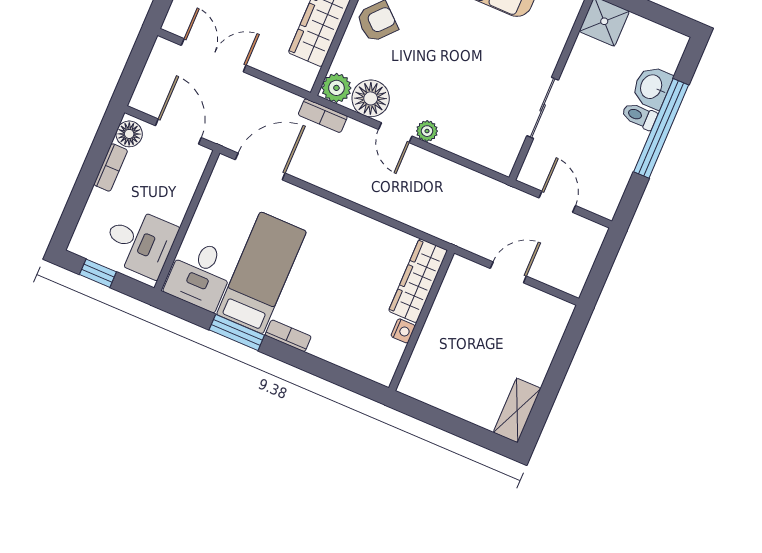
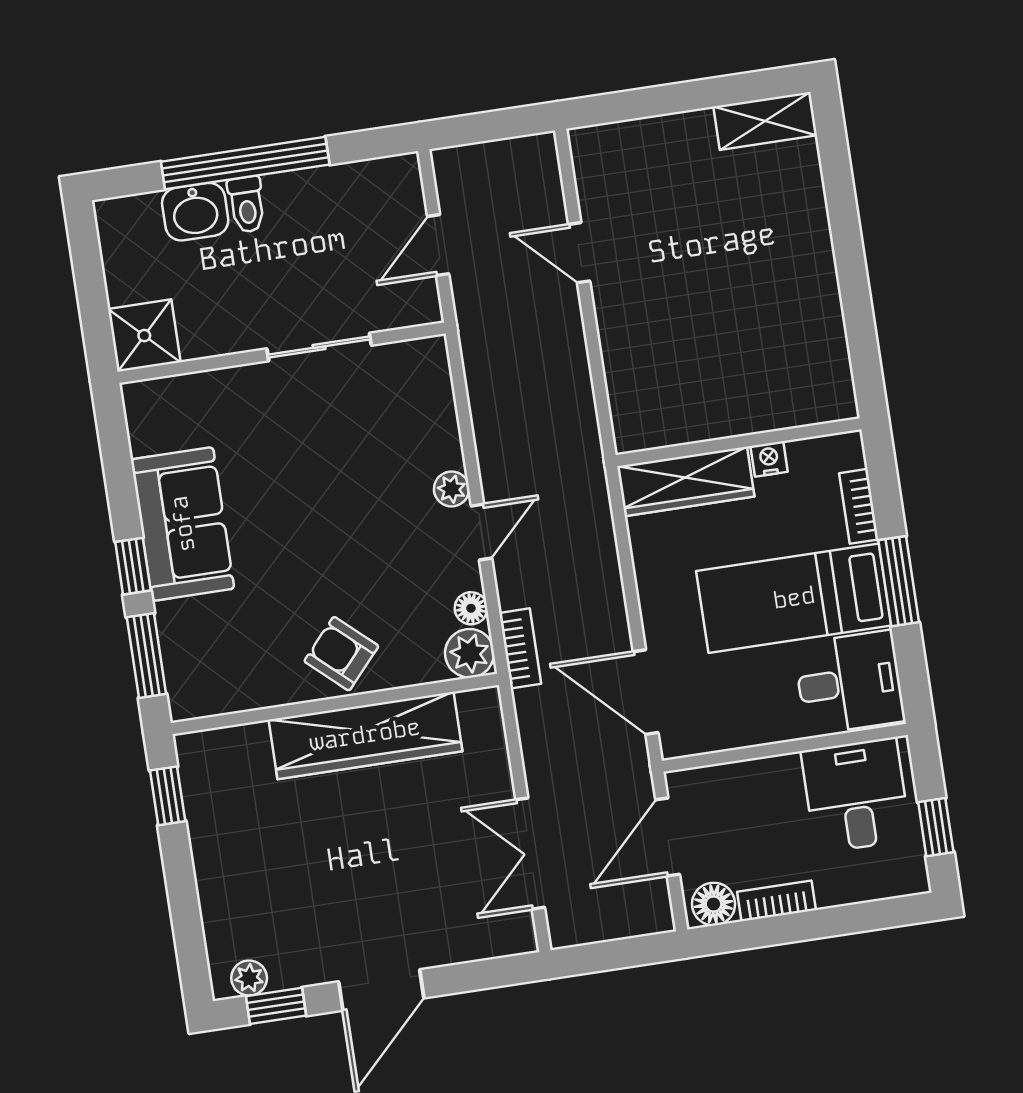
floor lamp: (371, 98) -> (471, 608), width x0.53, depth x0.53
wardrobe: (418, 281) -> (686, 481), moved
wall: (421, 320) -> (739, 442), moved
nightstand: (403, 331) -> (769, 459), moved

